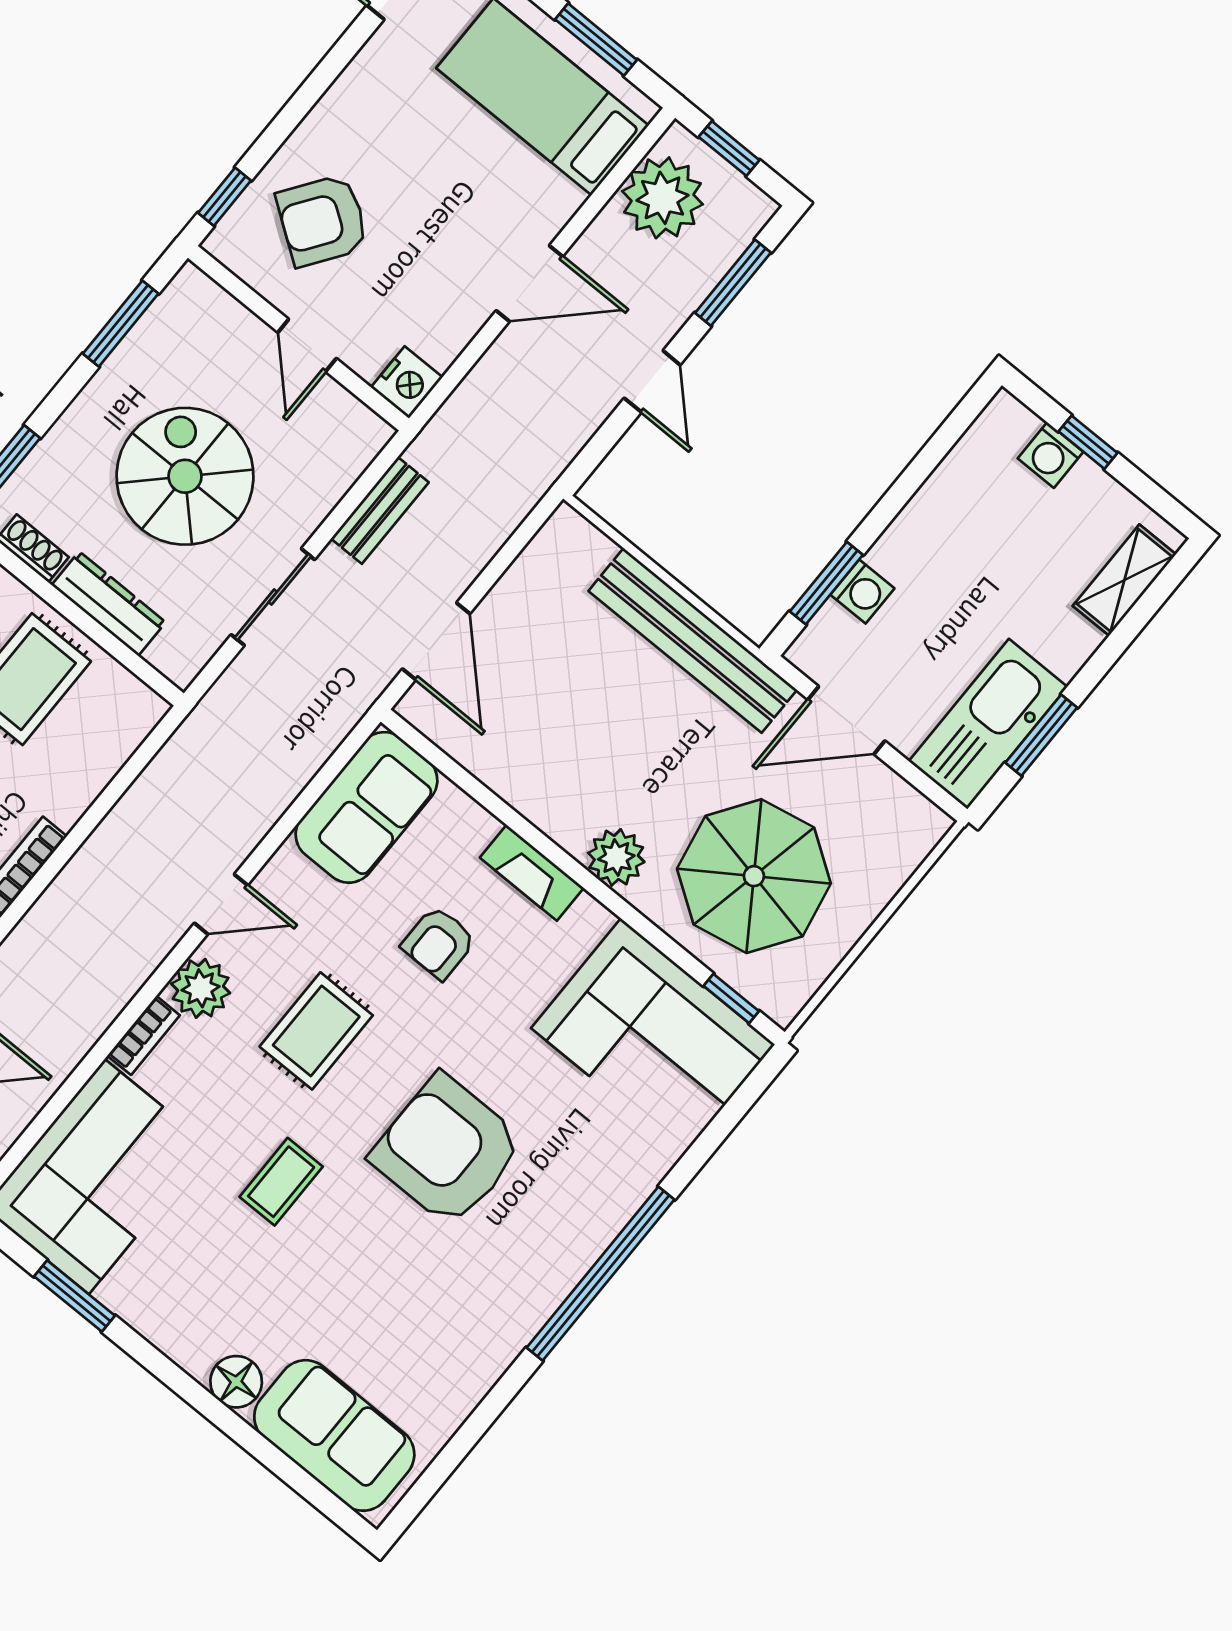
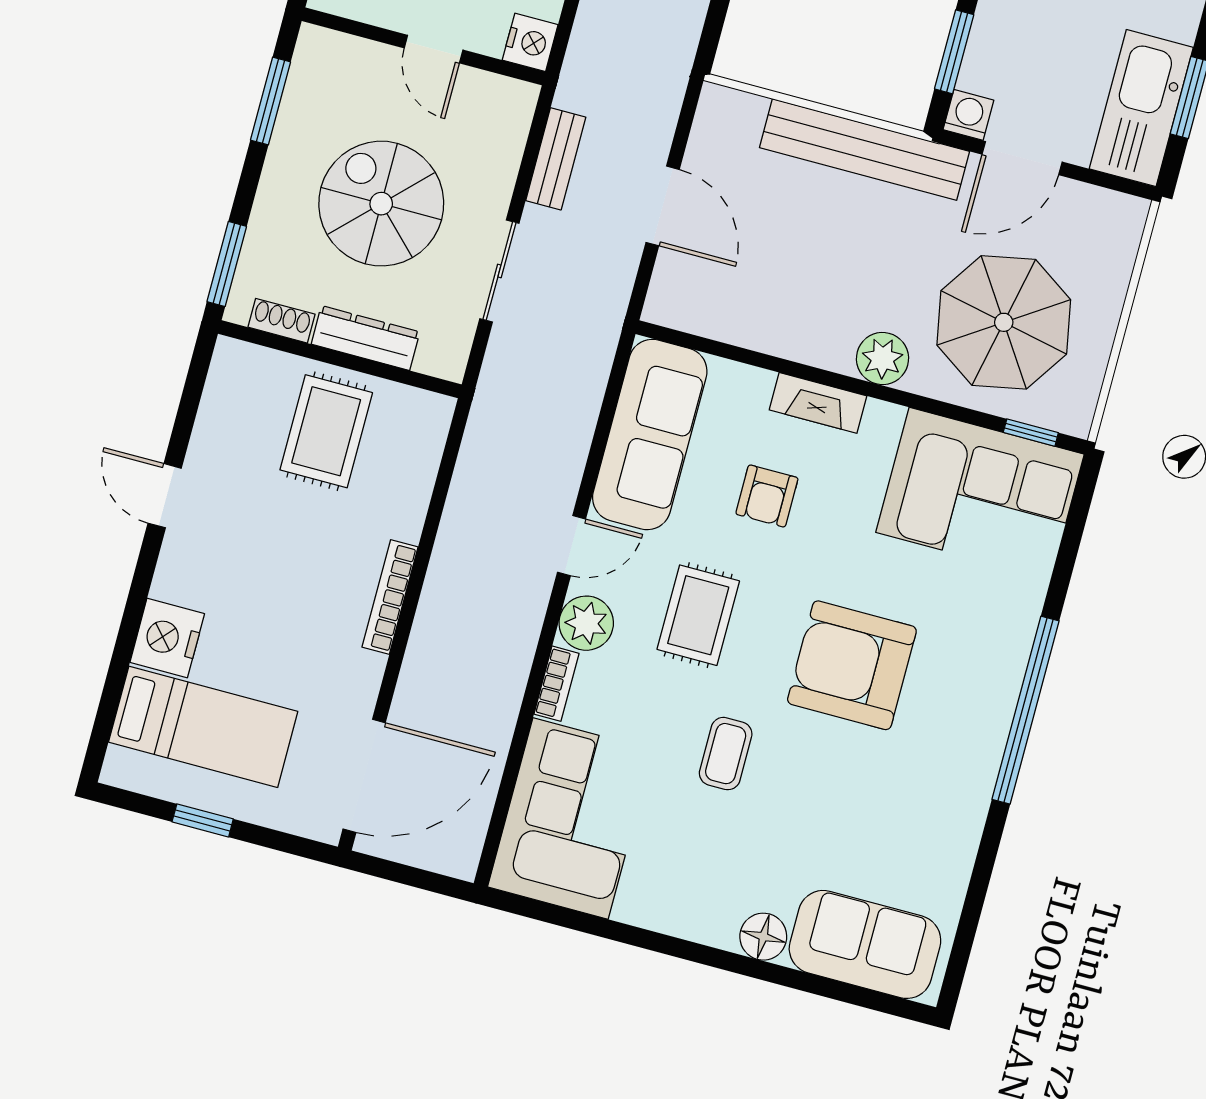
washing machine: (862, 592) -> (968, 115), moved, turned -90
door: (436, 641) -> (663, 206), moved
sofa: (367, 807) -> (650, 435), width x1.36
window: (74, 1296) -> (597, 926), removed

